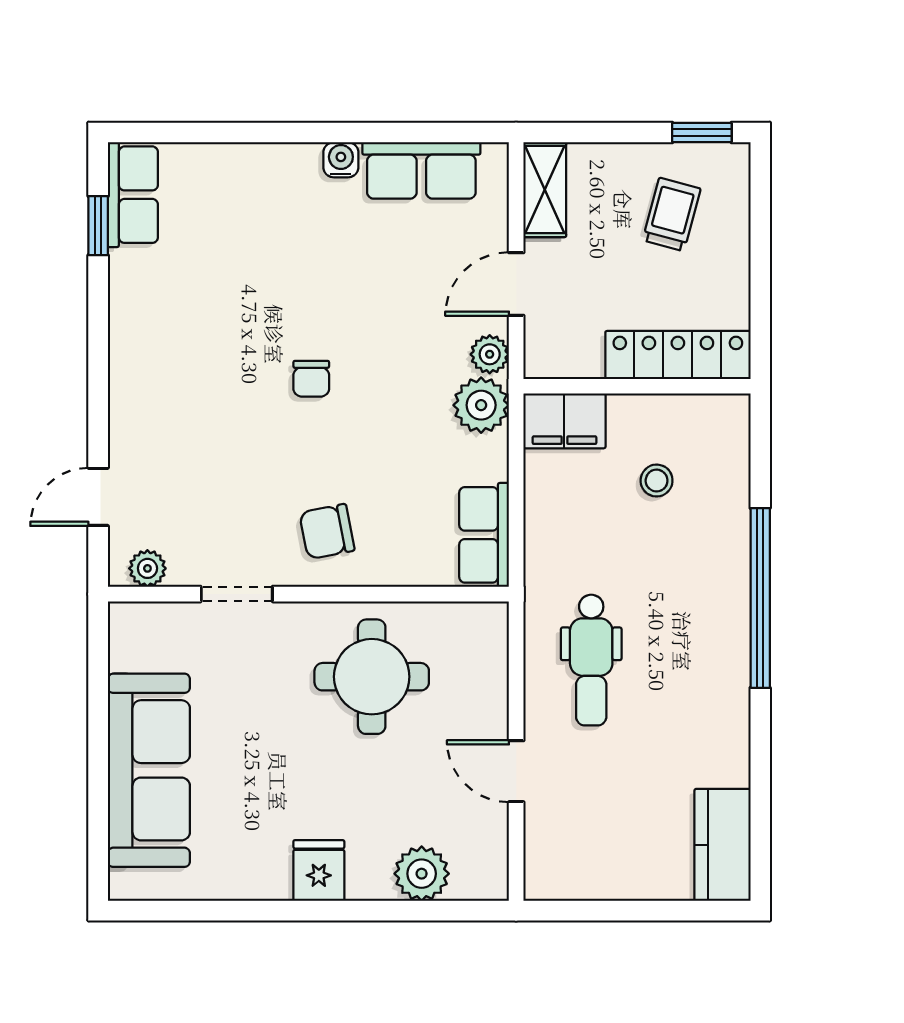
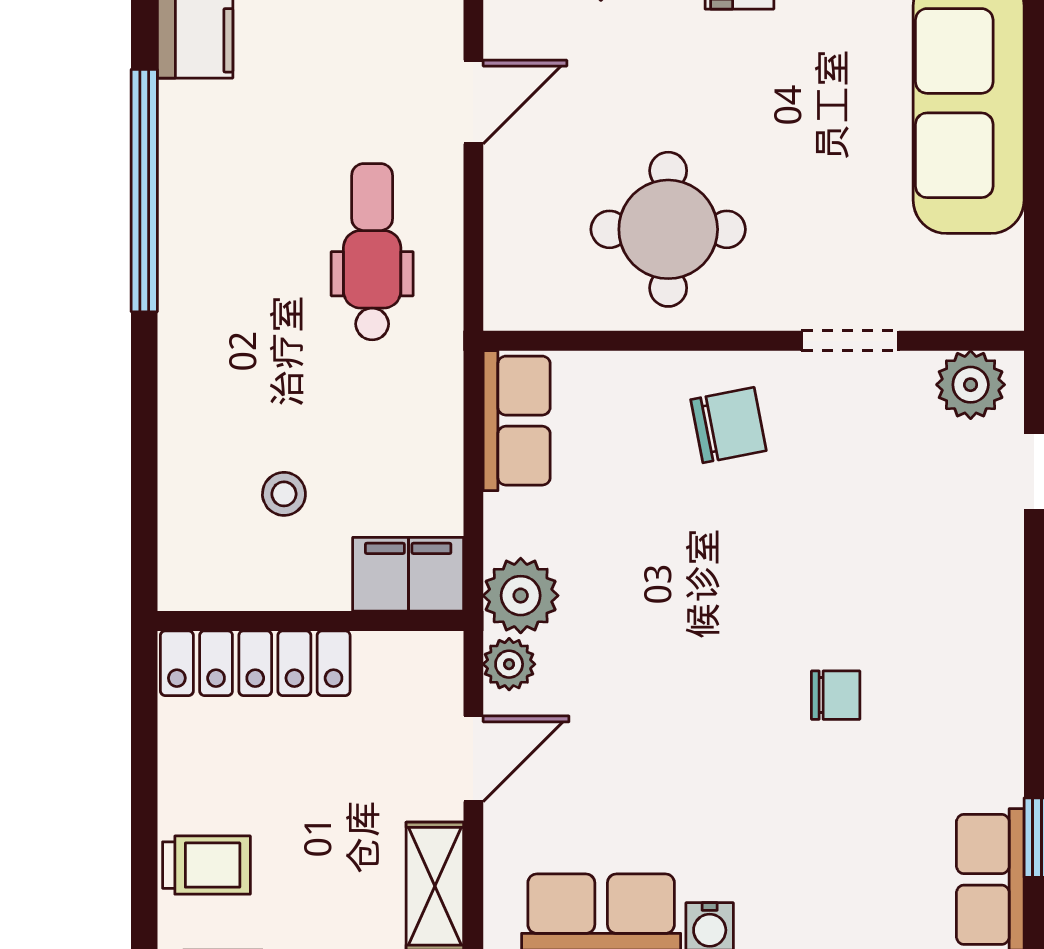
trolley: (672, 214) -> (206, 865), moved, turned -105
chair: (311, 379) -> (836, 695), moved, turned 90
plant: (147, 568) -> (971, 385), width x1.38, depth x1.38
window: (760, 598) -> (144, 191), moved
door: (516, 771) -> (473, 102), hinge flipped

